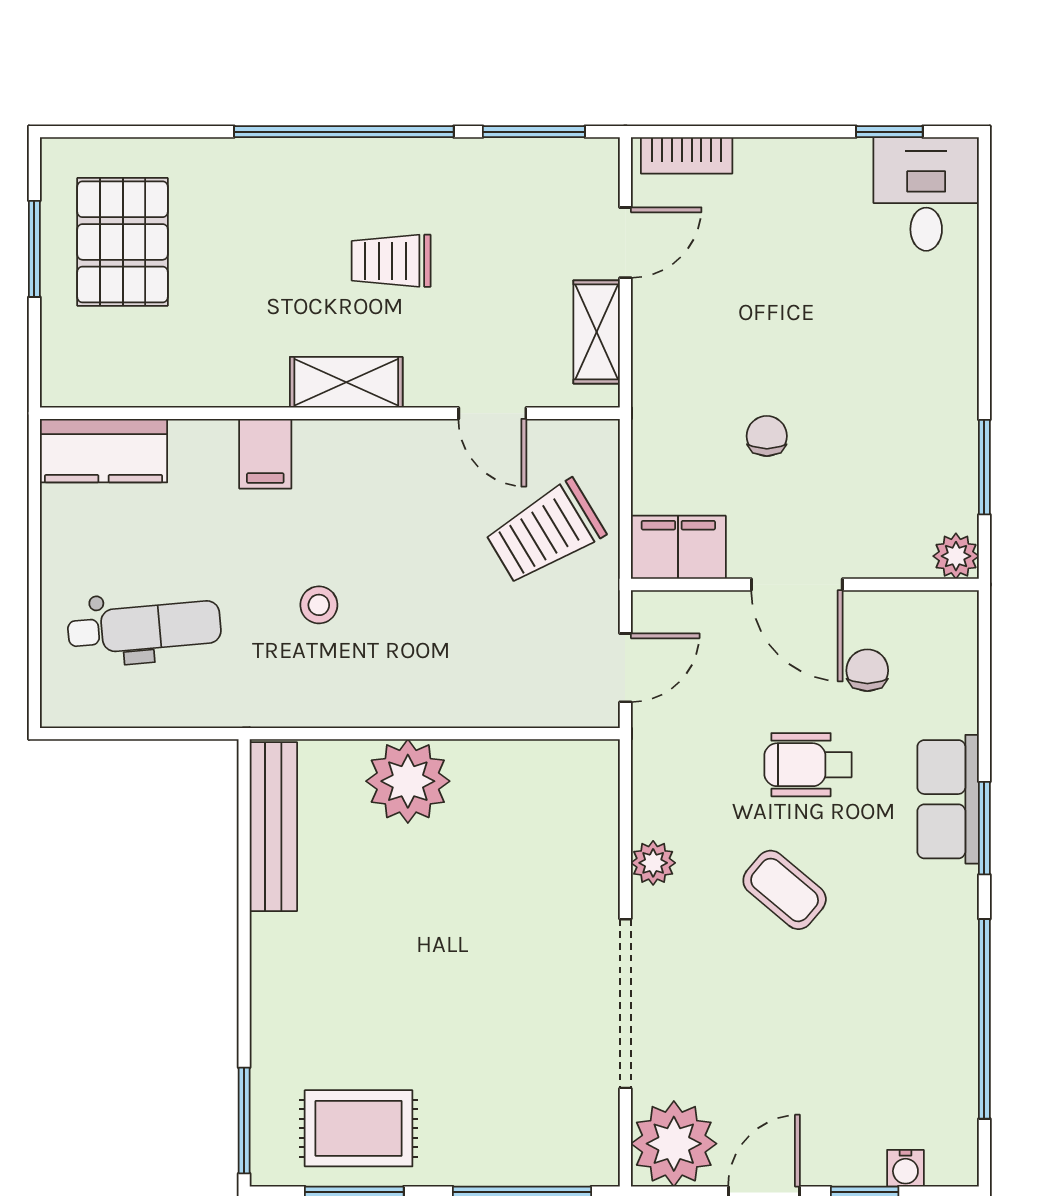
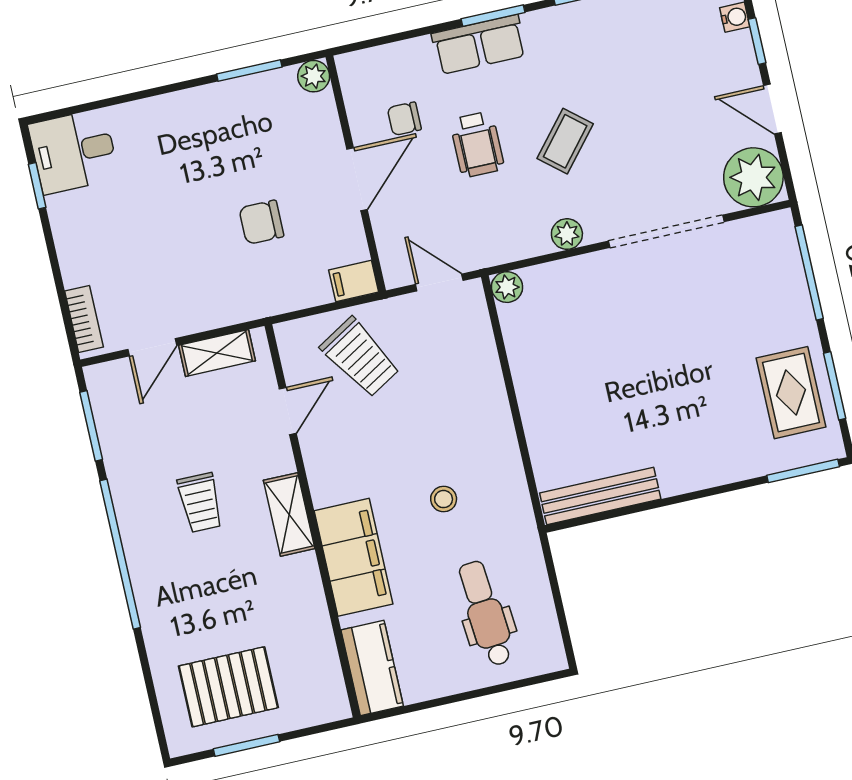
door: (625, 243) -> (152, 347), swing flipped
chair: (767, 436) -> (261, 222), width x1.37, depth x1.37
filing cabinet: (265, 454) -> (354, 557), width x3.00, depth x1.17
filing cabinet: (678, 547) -> (354, 281), width x0.50
plant: (408, 781) -> (507, 287), moved, width x0.53, depth x0.53

